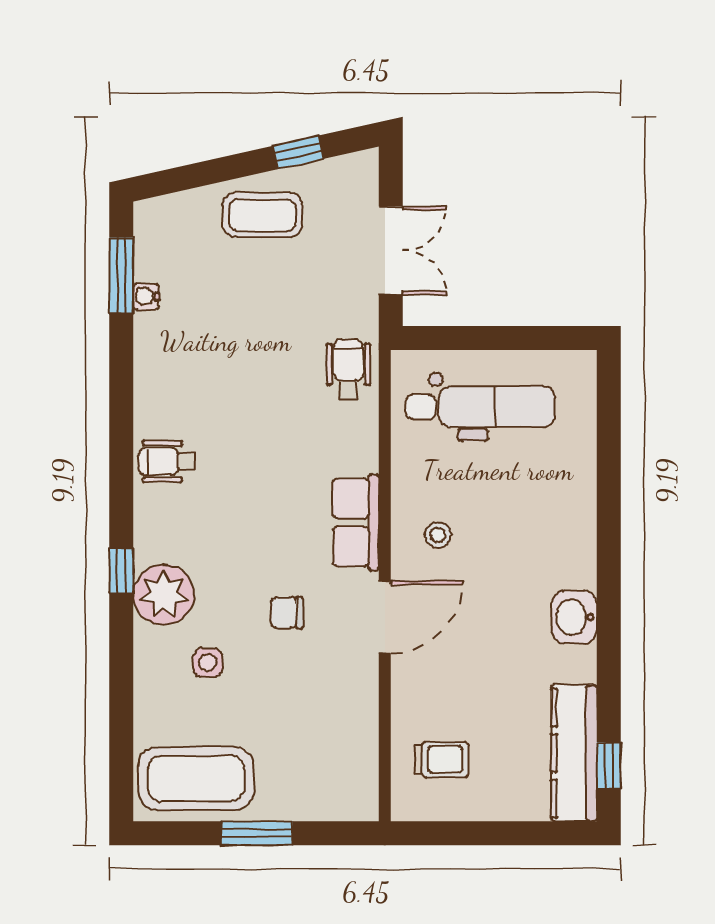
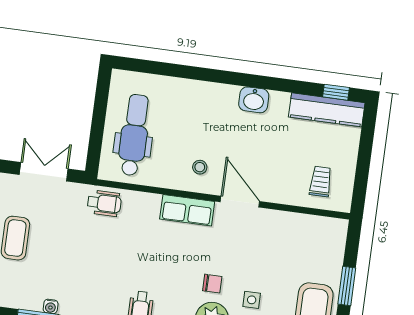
wheelchair: (348, 369) -> (104, 203), turned 180
chair: (287, 613) -> (212, 284), moved, turned -90

